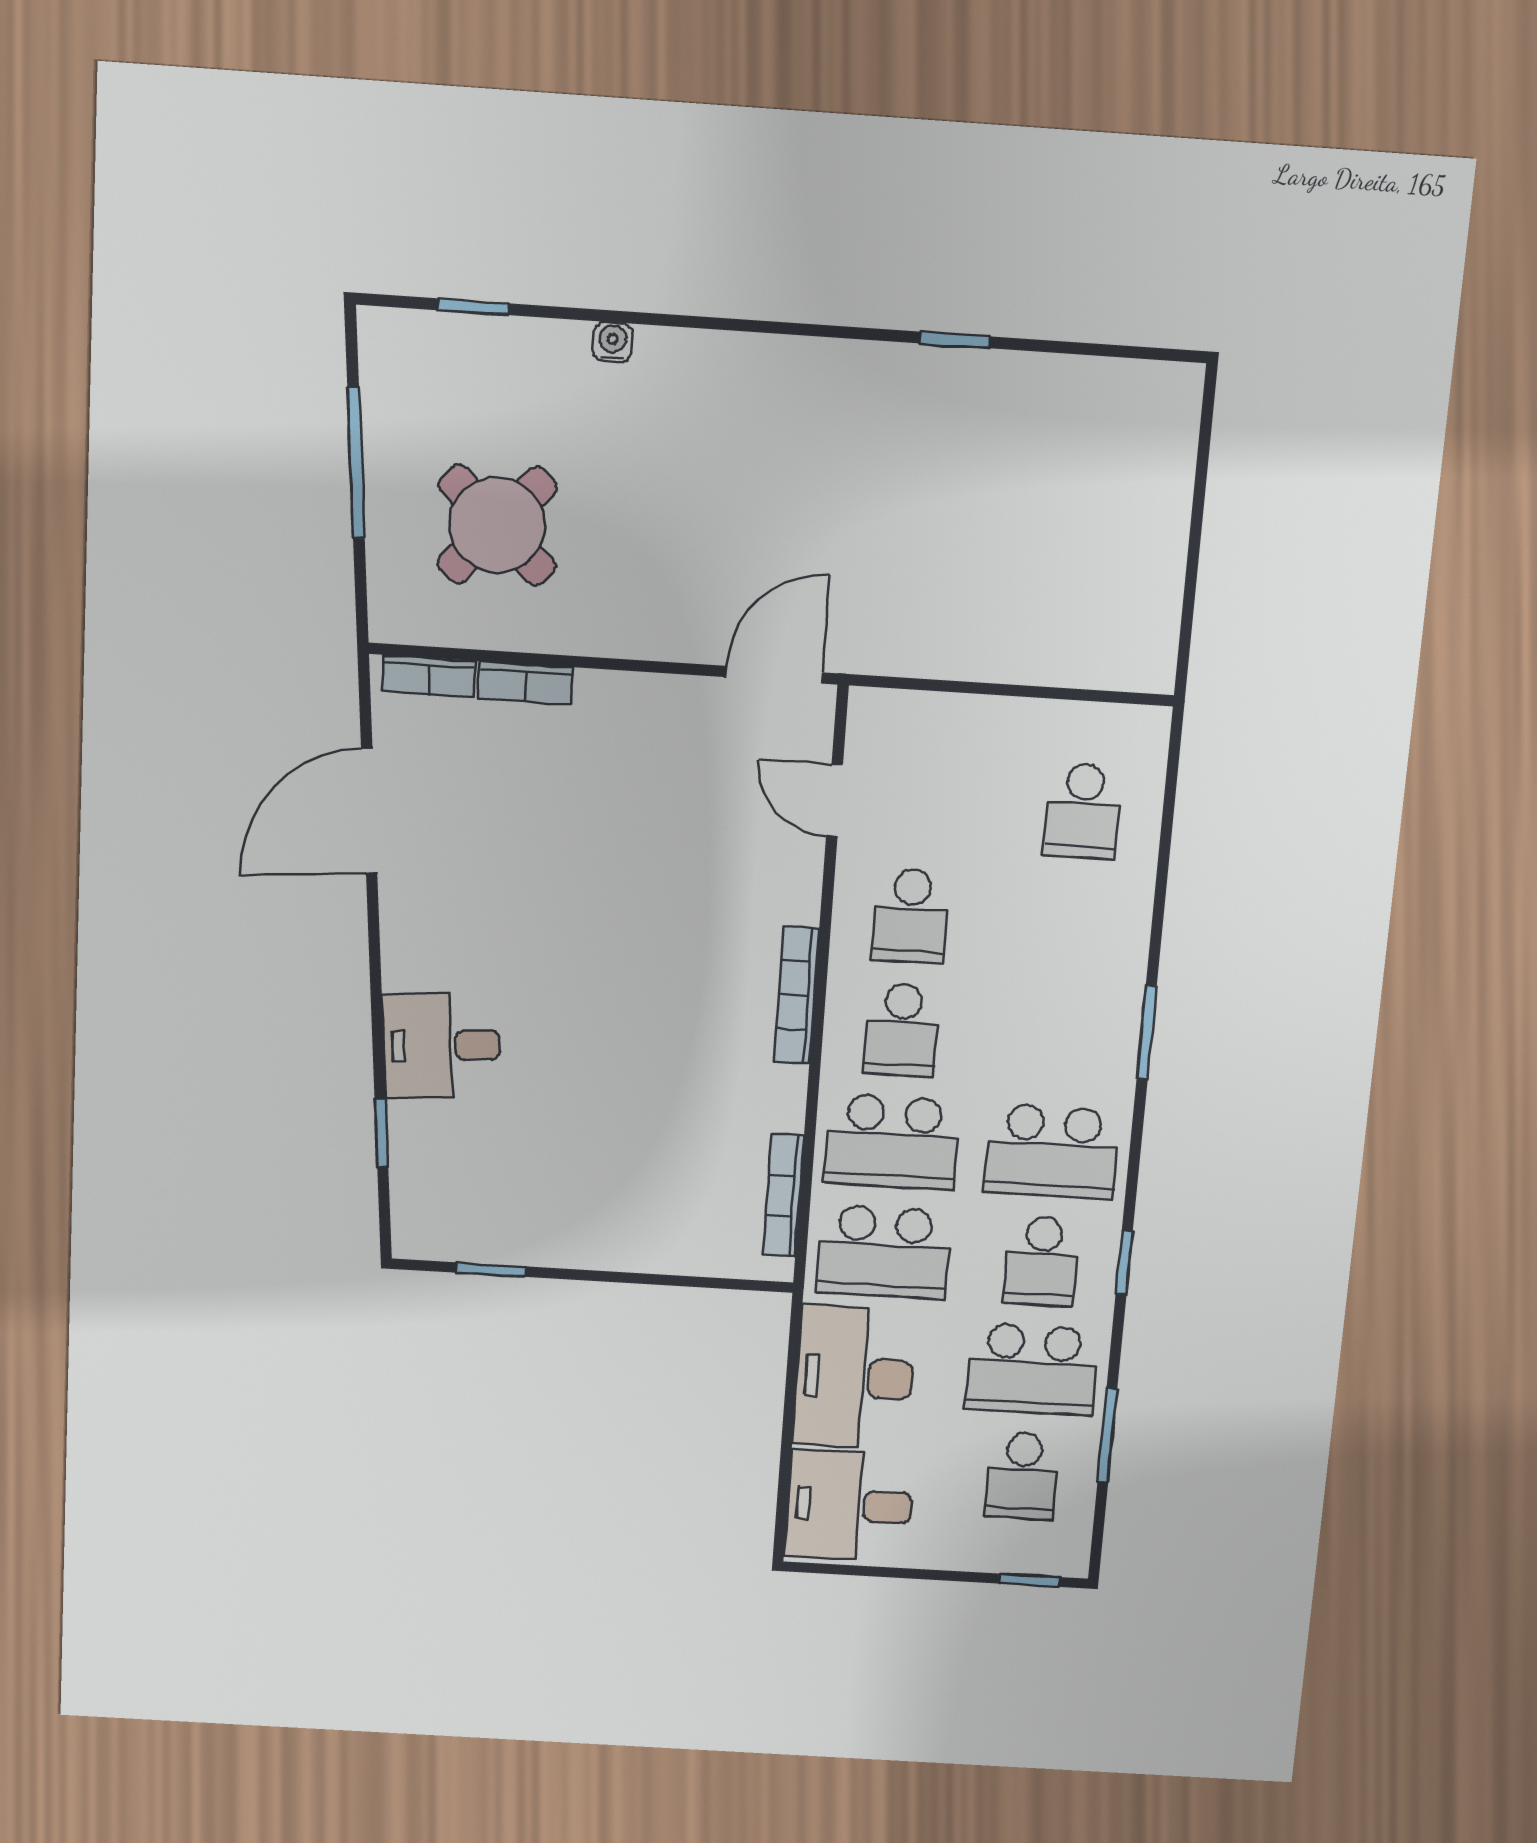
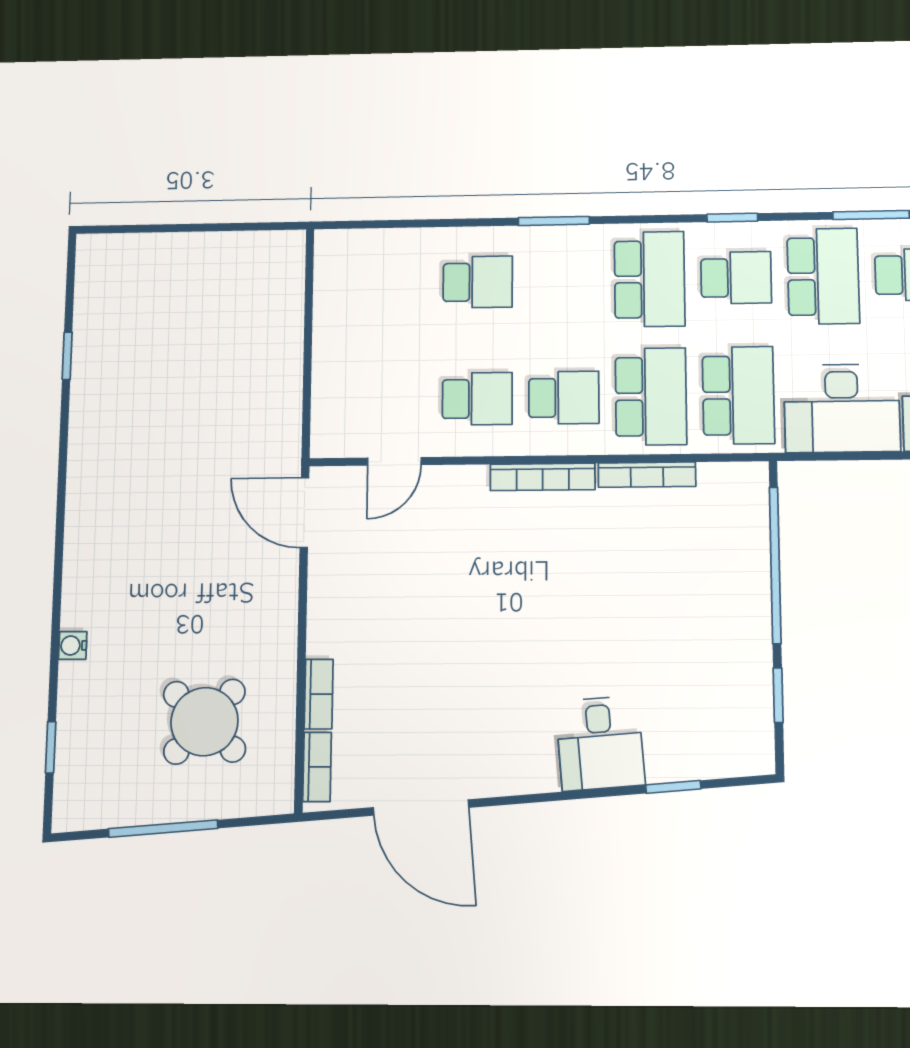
window: (954, 340) -> (67, 356), moved
school desk: (1083, 811) -> (478, 282), moved
bookcase: (783, 1195) -> (647, 475), moved
window: (657, 1279) -> (775, 565), added

